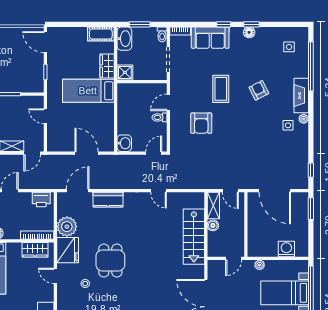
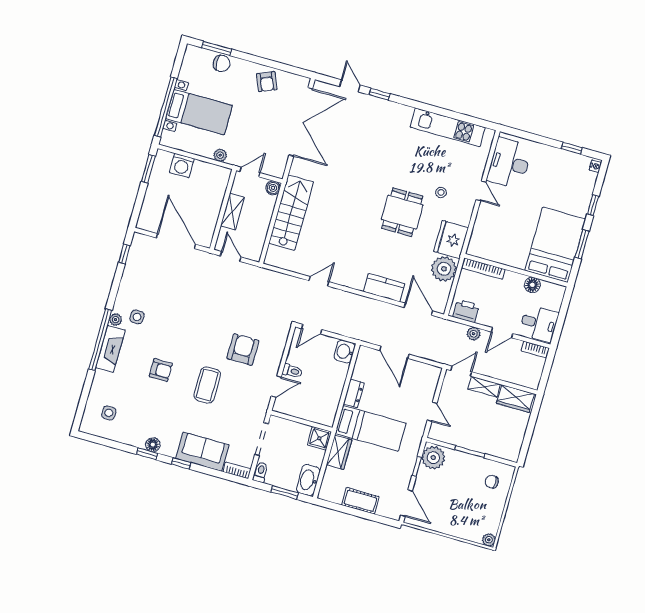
cot: (101, 34) -> (360, 501), moved
window: (311, 66) -> (100, 340), moved
plant: (35, 82) -> (433, 458), added
armchair: (259, 90) -> (161, 370), turned -63
dresser: (108, 114) -> (354, 394), added
plant: (31, 184) -> (474, 334), added
door: (78, 191) -> (418, 309), swing flipped
door: (158, 191) -> (319, 281), hinge flipped
shelving: (213, 206) -> (232, 212), moved
window: (311, 209) -> (148, 169), moved
boiler: (213, 225) -> (273, 188), moved
wardrobe: (35, 250) -> (491, 251), removed
door: (55, 276) -> (481, 191), moved

